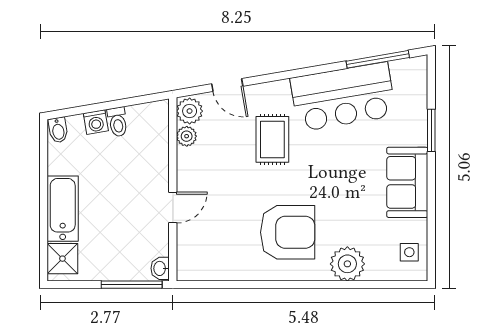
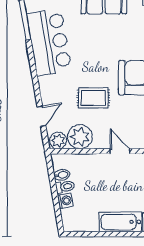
bidet: (58, 130) -> (62, 175), moved
plant: (187, 136) -> (80, 137), width x1.88, depth x1.88
rug: (272, 139) -> (93, 98), moved

